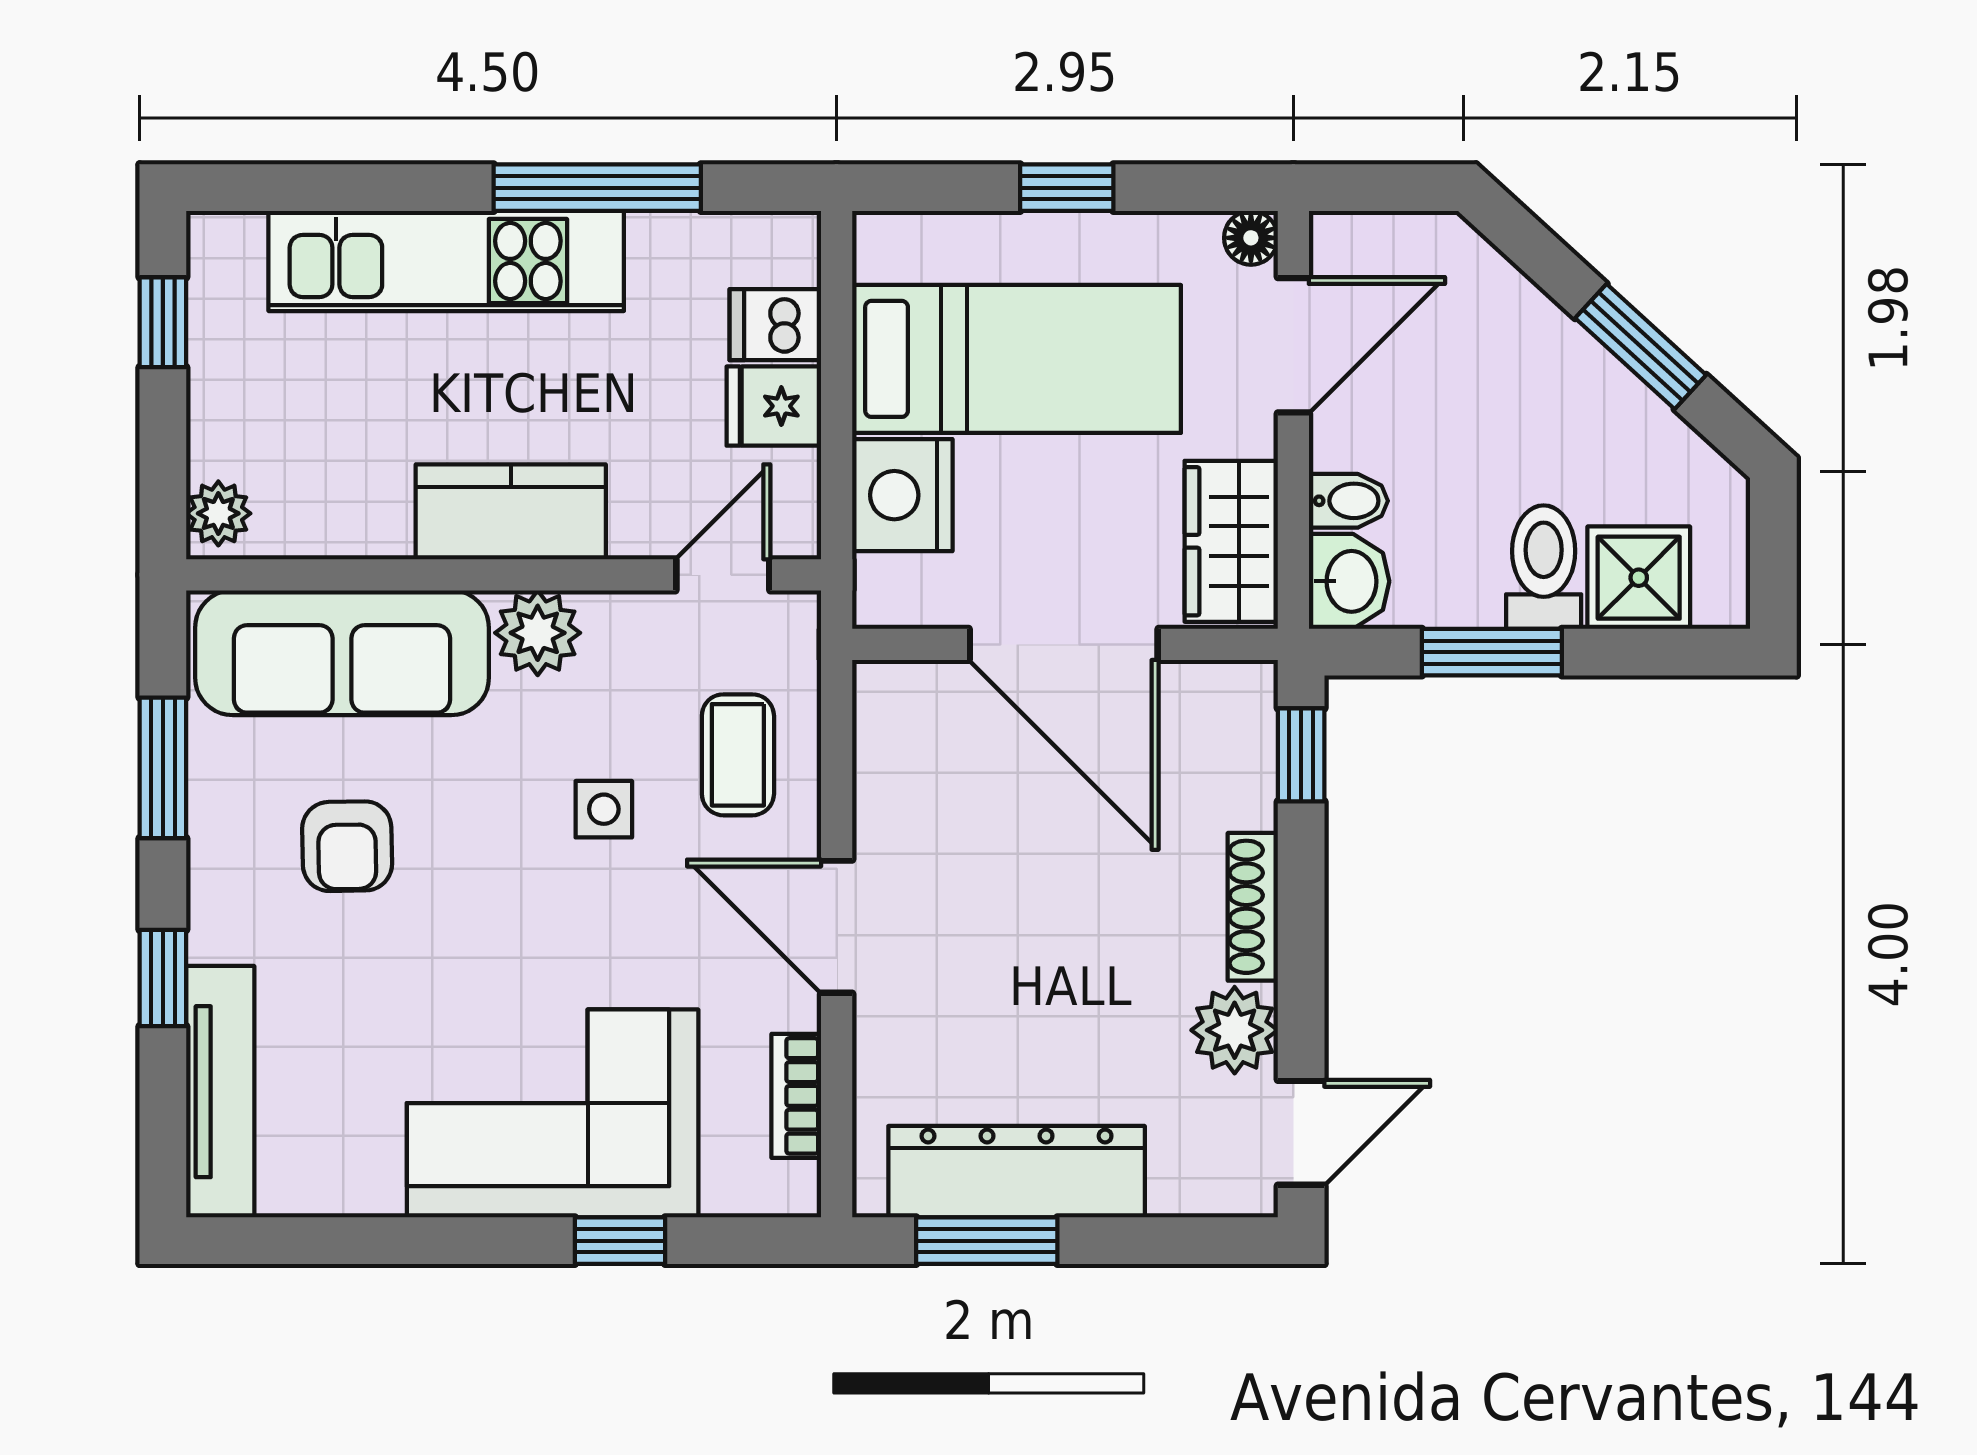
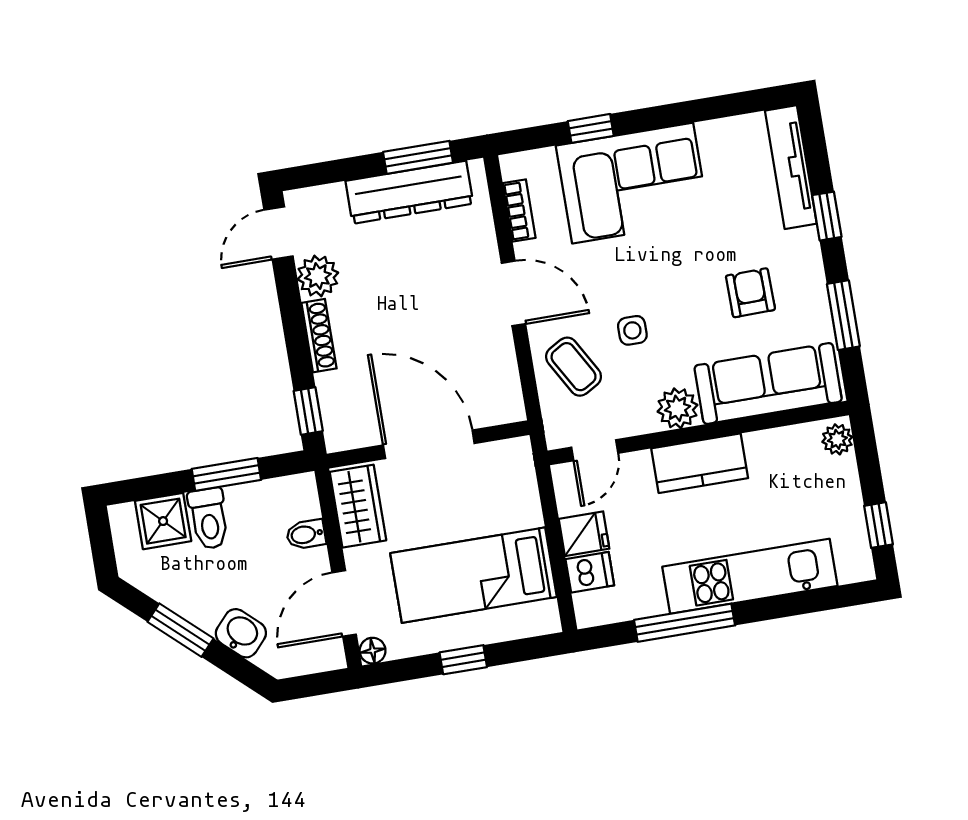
nightstand: (902, 495) -> (517, 502), removed
washbasin: (1349, 581) -> (241, 633), moved, turned 132
coffee table: (738, 755) -> (574, 367), turned -30

